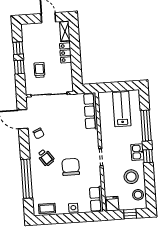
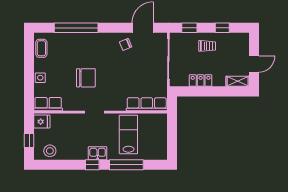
locker: (66, 53) -> (201, 81), moved
window: (19, 67) -> (189, 28), moved
trolley: (39, 70) -> (207, 46), moved
lab bench: (122, 109) -> (128, 135), moved, turned -90
wheelchair: (46, 157) -> (98, 51), removed
stool: (131, 177) -> (71, 145), removed

